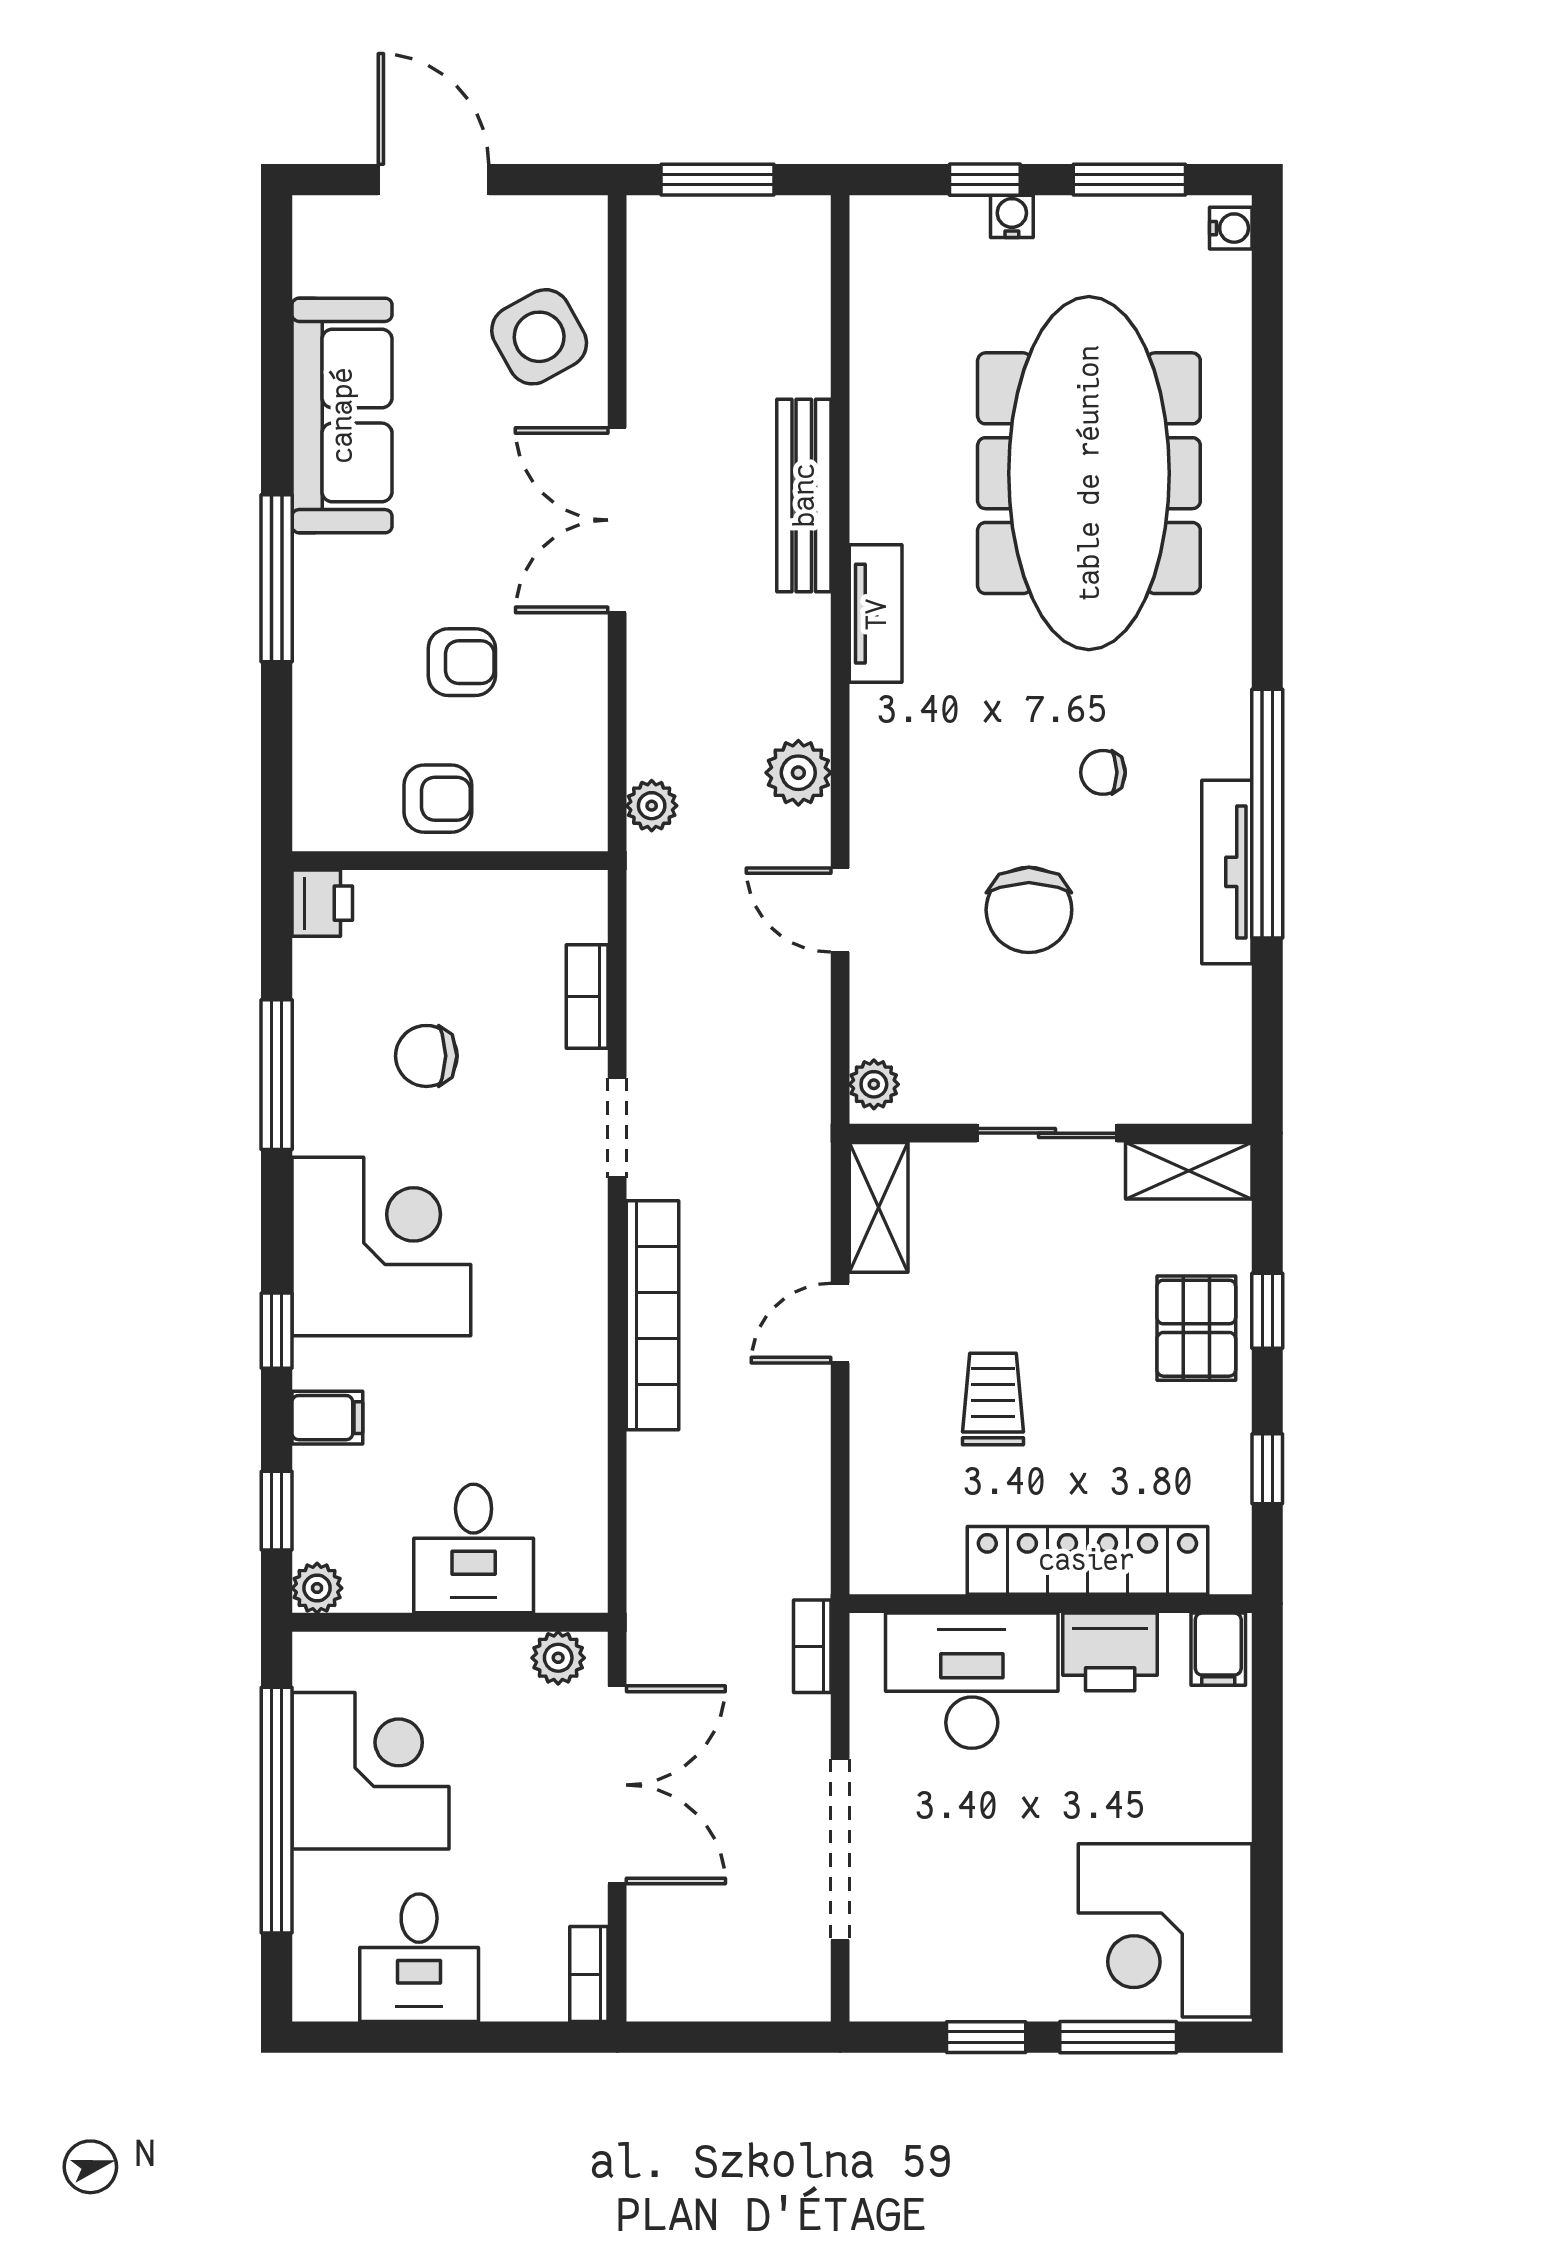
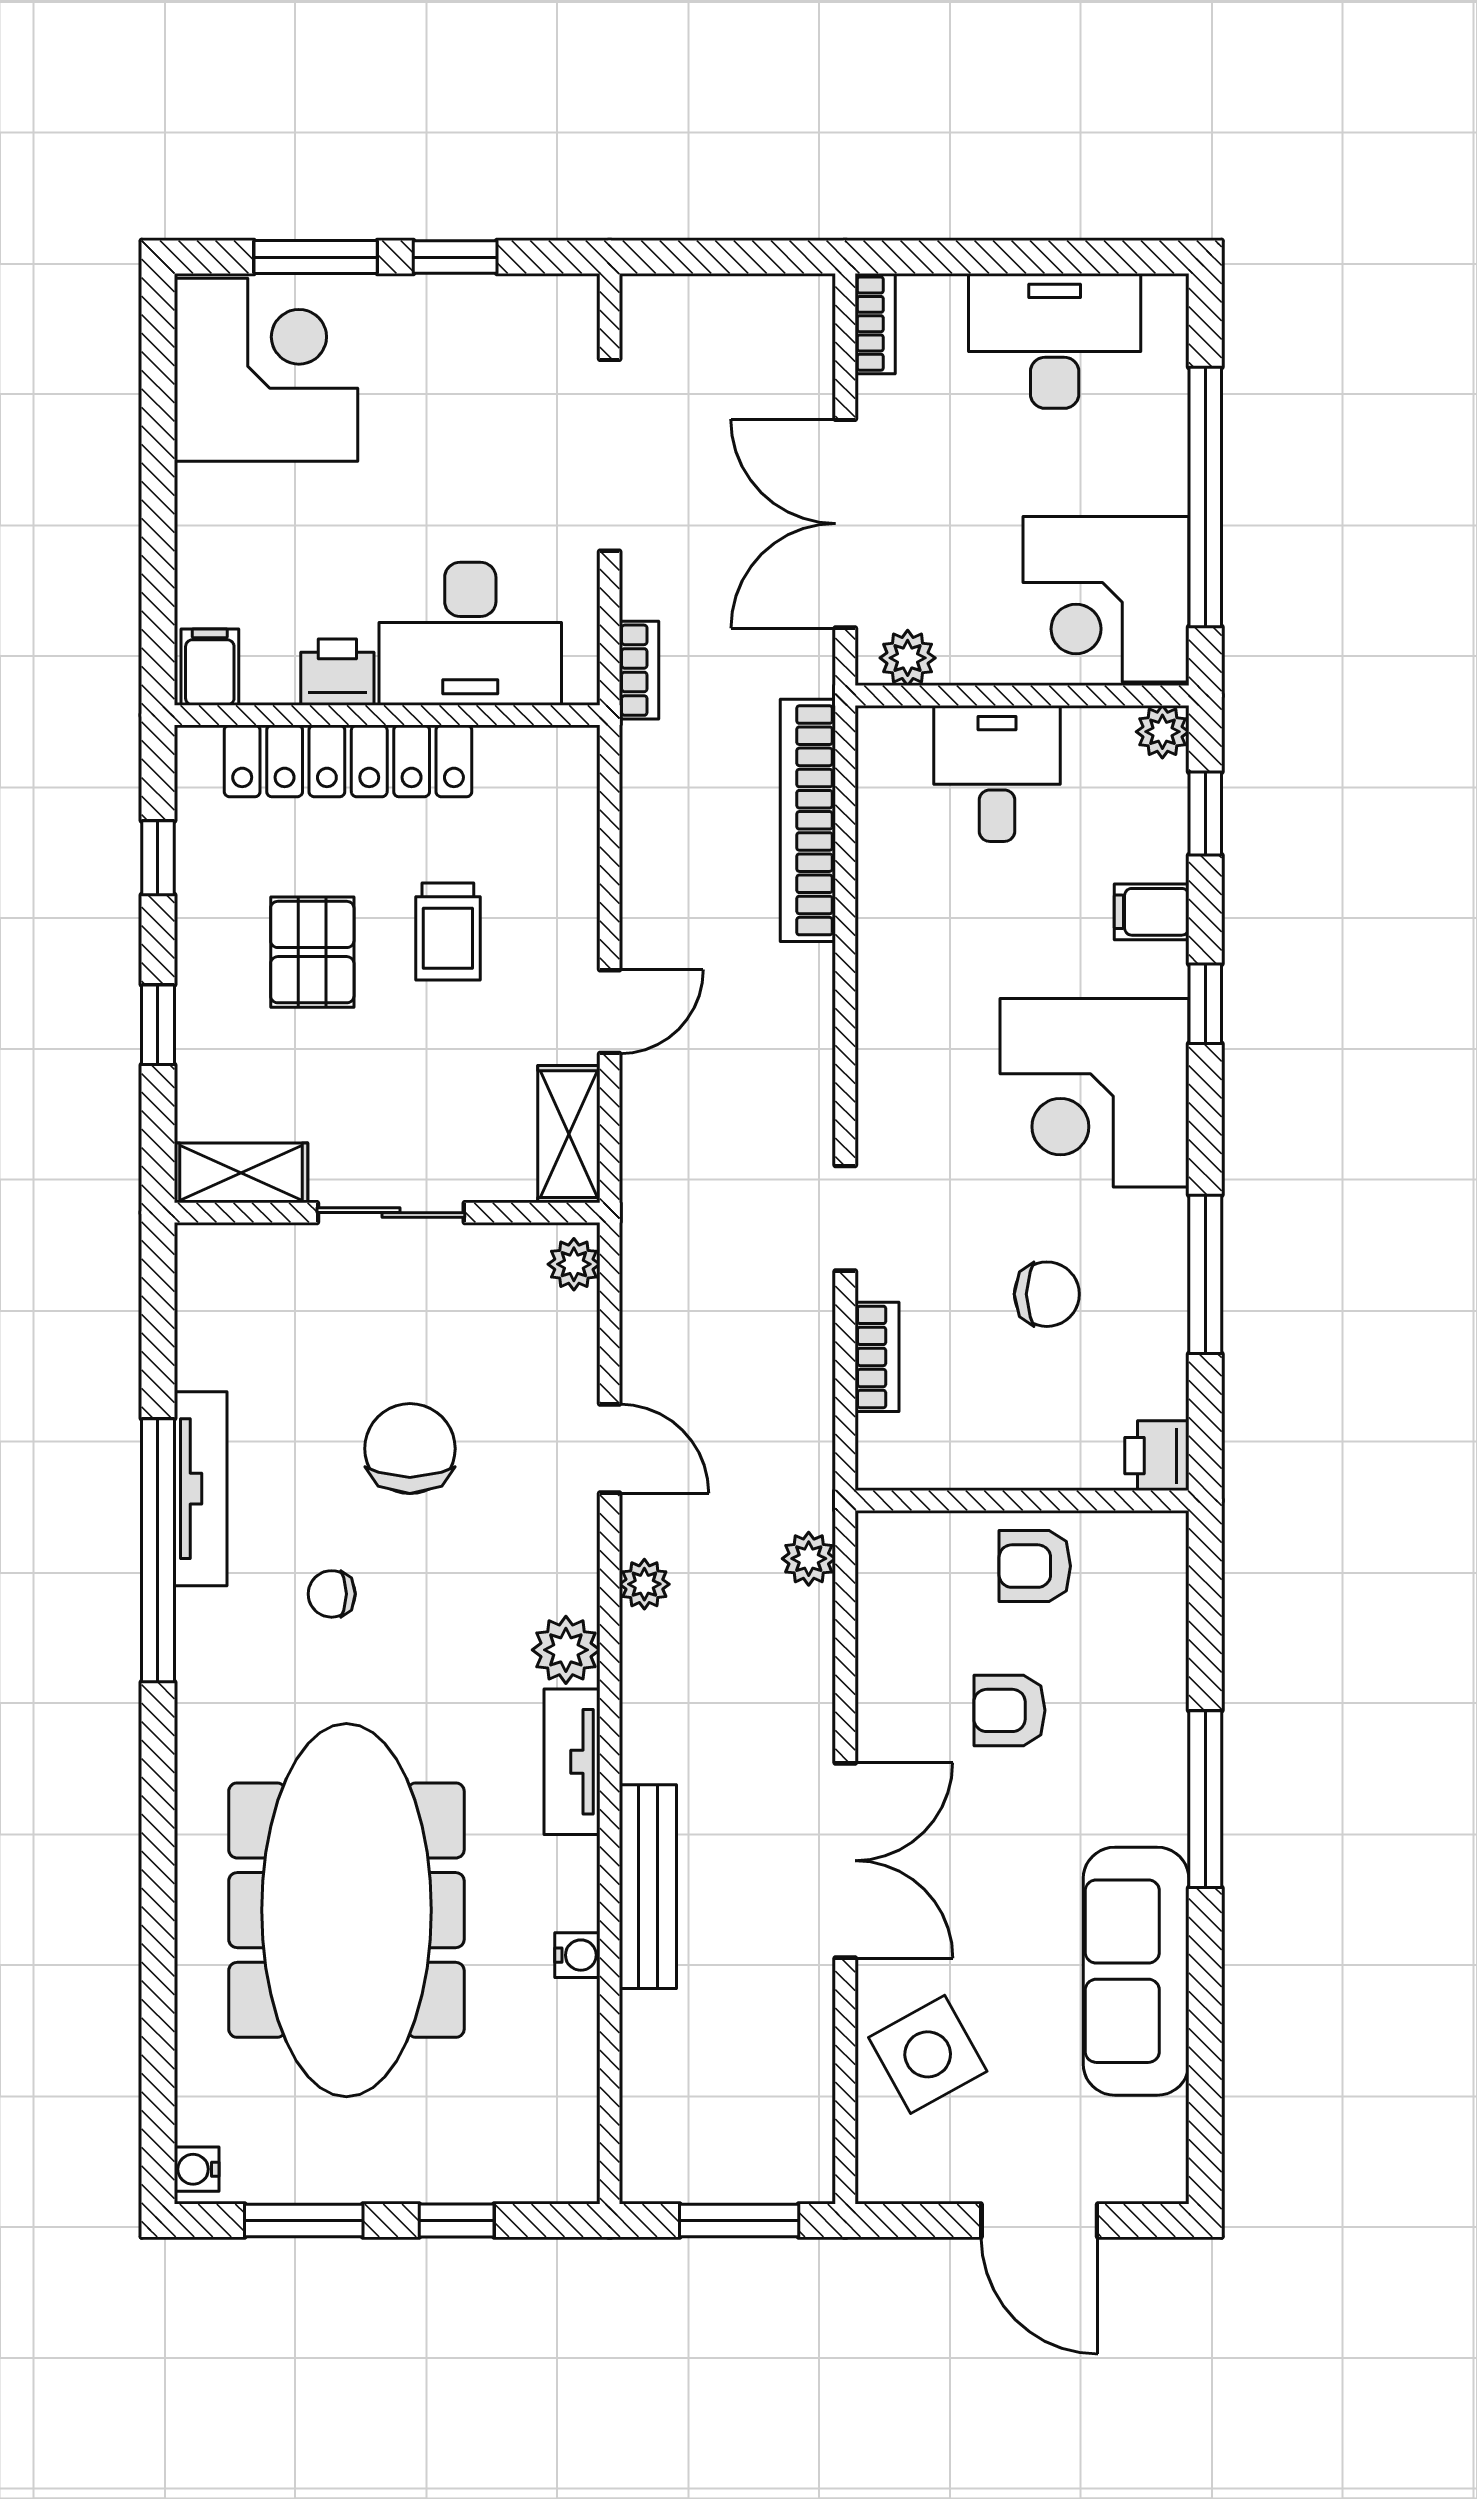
water cooler: (1012, 216) -> (577, 1955), moved, turned -90
plant: (881, 719) -> (566, 1650), added
chair: (1103, 772) -> (332, 1594), turned 180
plant: (798, 773) -> (644, 1584), width x0.73, depth x0.73
bookcase: (652, 1315) -> (808, 820), moved
pallet: (1196, 1328) -> (312, 952), moved
printer: (1110, 1652) -> (337, 672), width x0.73, depth x0.81
corner desk: (370, 1771) -> (1106, 599), moved
desk: (419, 1958) -> (1055, 341), width x1.37

